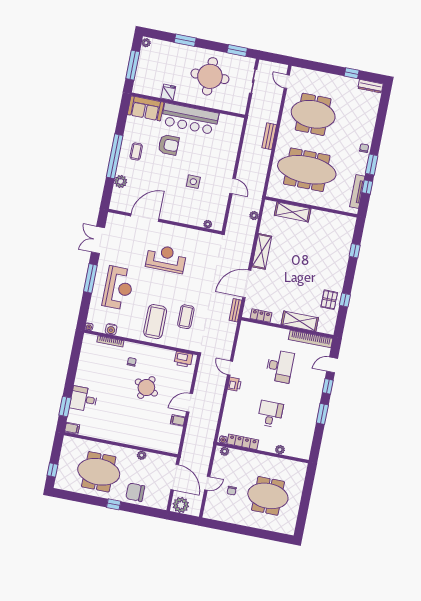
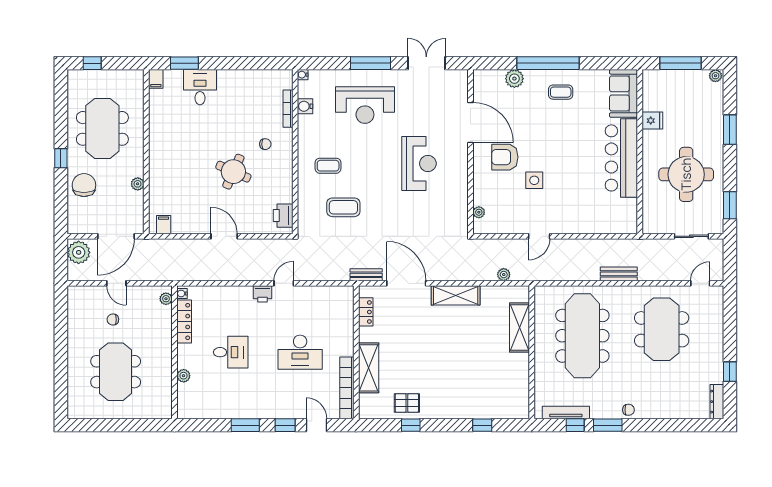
armchair: (169, 145) -> (505, 157), moved, turned 90
coffee table: (155, 322) -> (328, 166), width x0.54, depth x0.58
filing cabinet: (178, 420) -> (164, 225), moved

